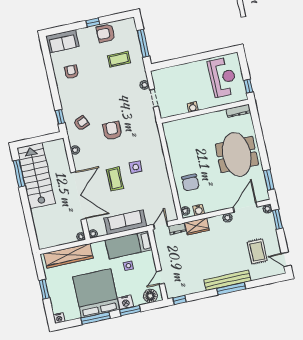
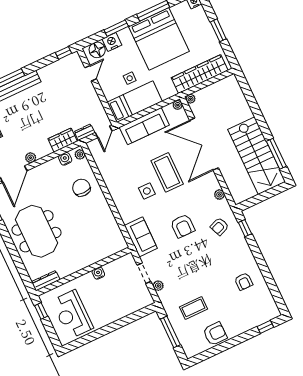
window: (93, 22) -> (265, 327), moved
sofa: (62, 41) -> (141, 237), moved, turned 90
coffee table: (115, 179) -> (167, 172), width x1.36, depth x1.32
nightstand: (126, 302) -> (112, 42), moved

